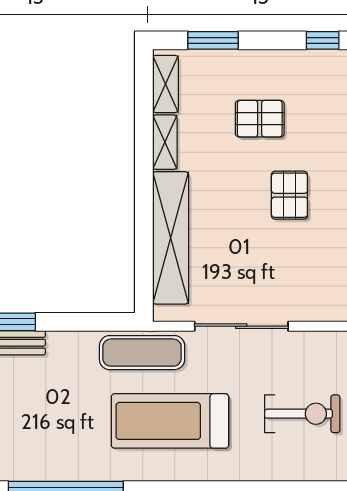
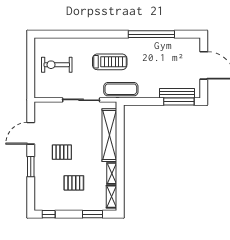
pallet: (289, 195) -> (62, 152), turned 90
treadmill: (170, 421) -> (110, 62), width x0.73, depth x0.73

